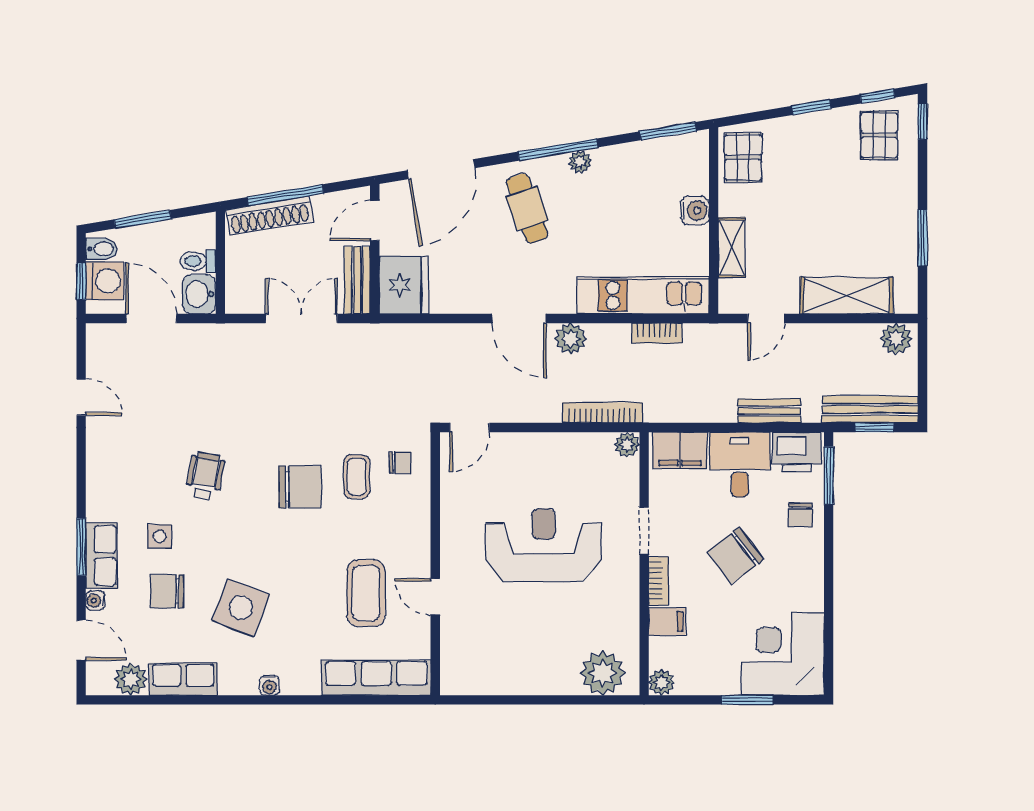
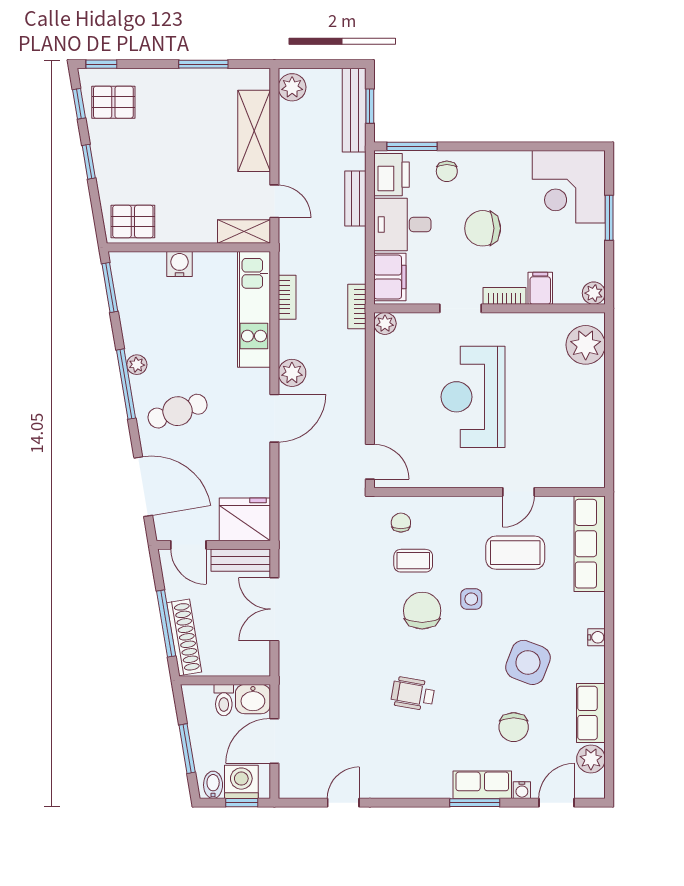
shelving: (732, 248) -> (244, 232), moved
bookcase: (602, 413) -> (357, 306), moved, width x0.64
chair: (800, 515) -> (447, 171), turned 90
side table: (160, 536) -> (471, 599), moved
chair: (735, 556) -> (483, 228), turned 128

